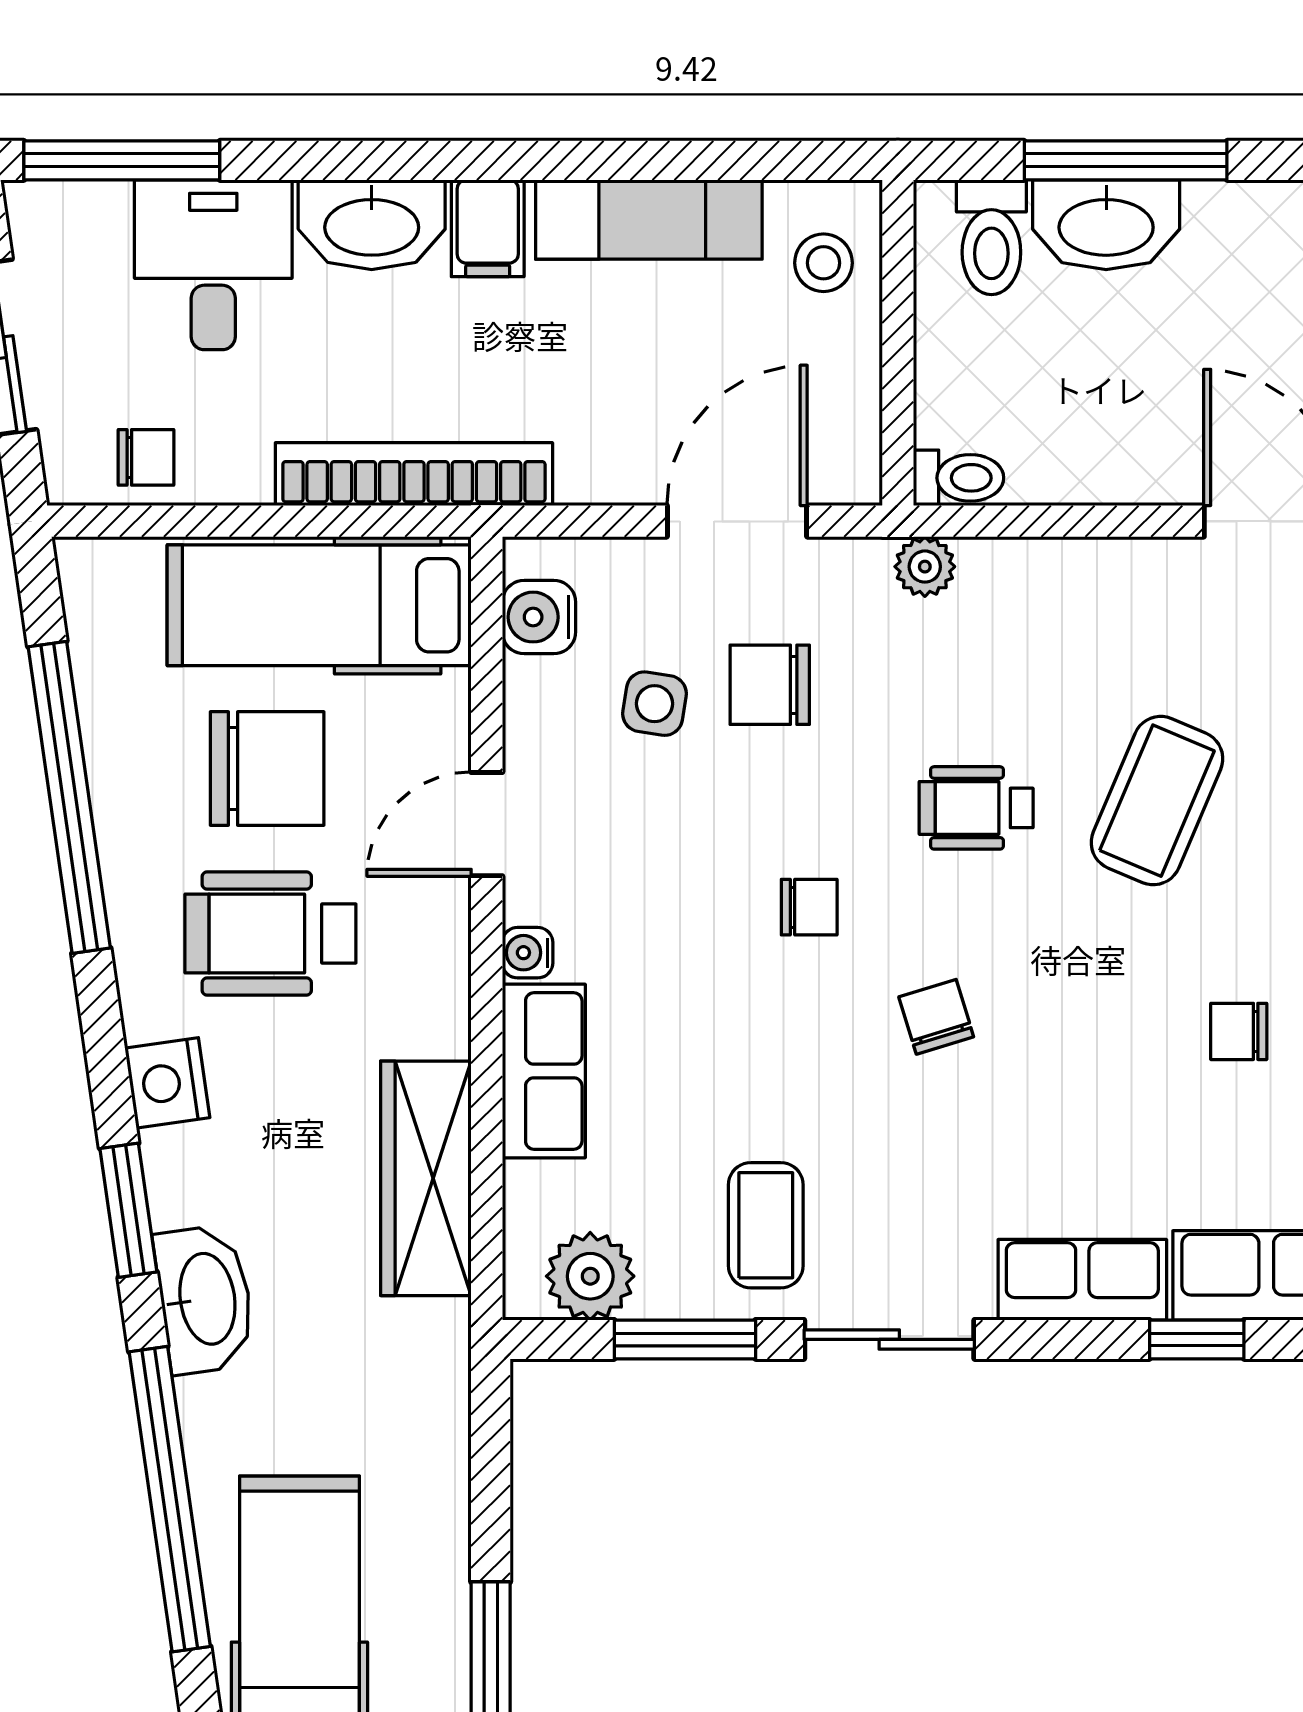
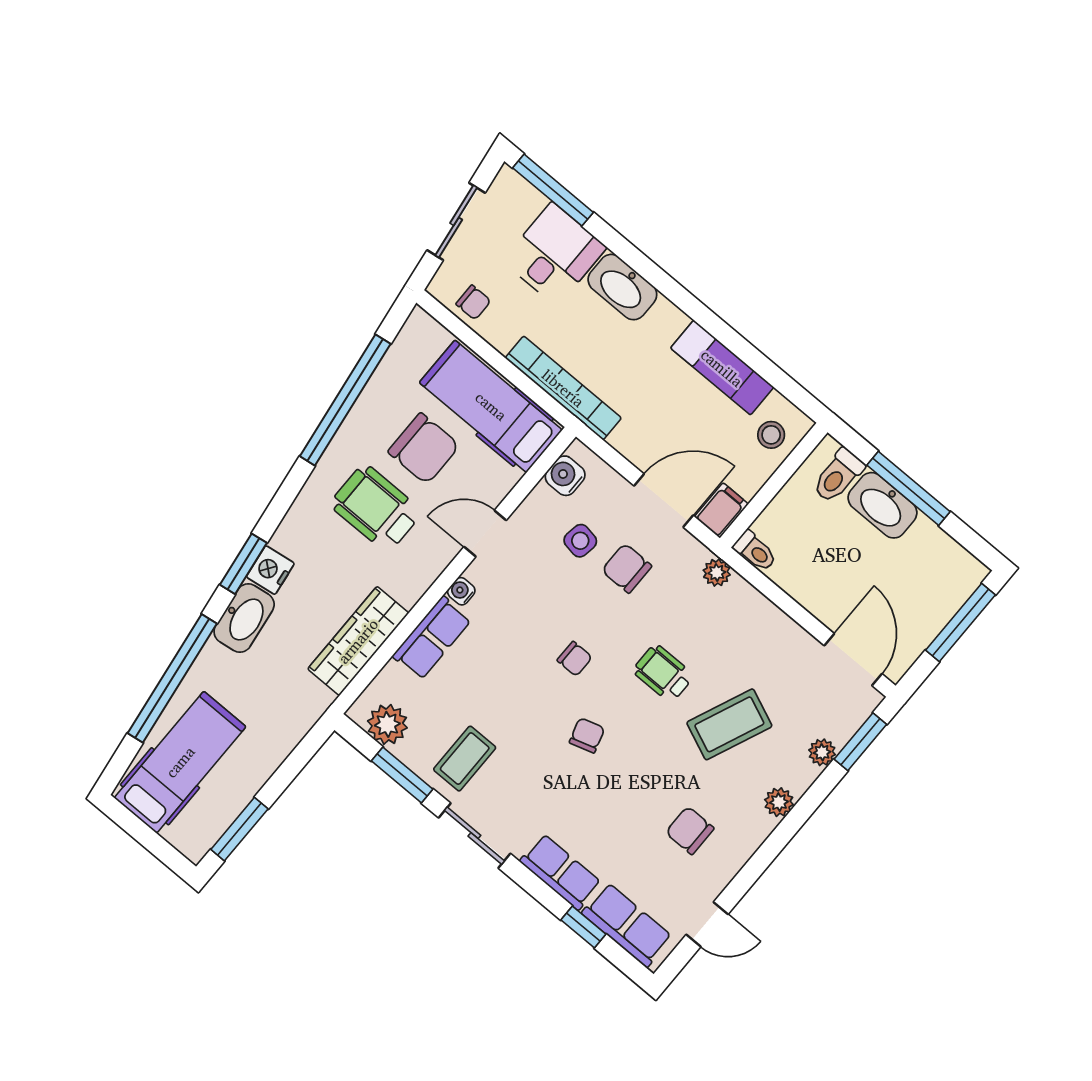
filing cabinet: (488, 228) -> (721, 510), moved, turned 180
chair: (1239, 1031) -> (690, 830), width x1.37, depth x1.37
nightstand: (167, 1083) -> (270, 570), moved

